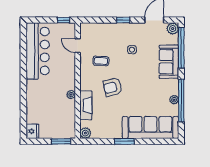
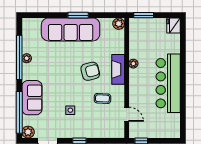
bar counter: (38, 51) -> (168, 83), moved
fireplace: (86, 105) -> (118, 69), moved
sofa: (150, 127) -> (71, 29), moved

